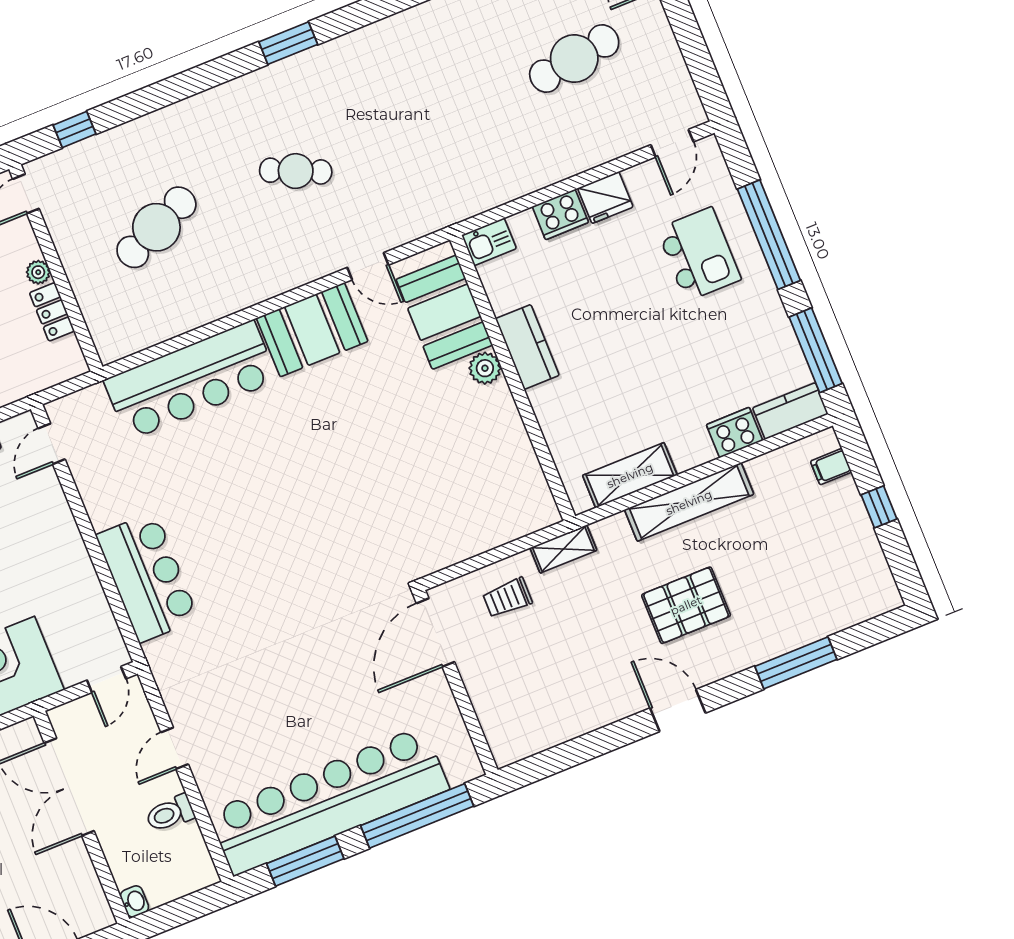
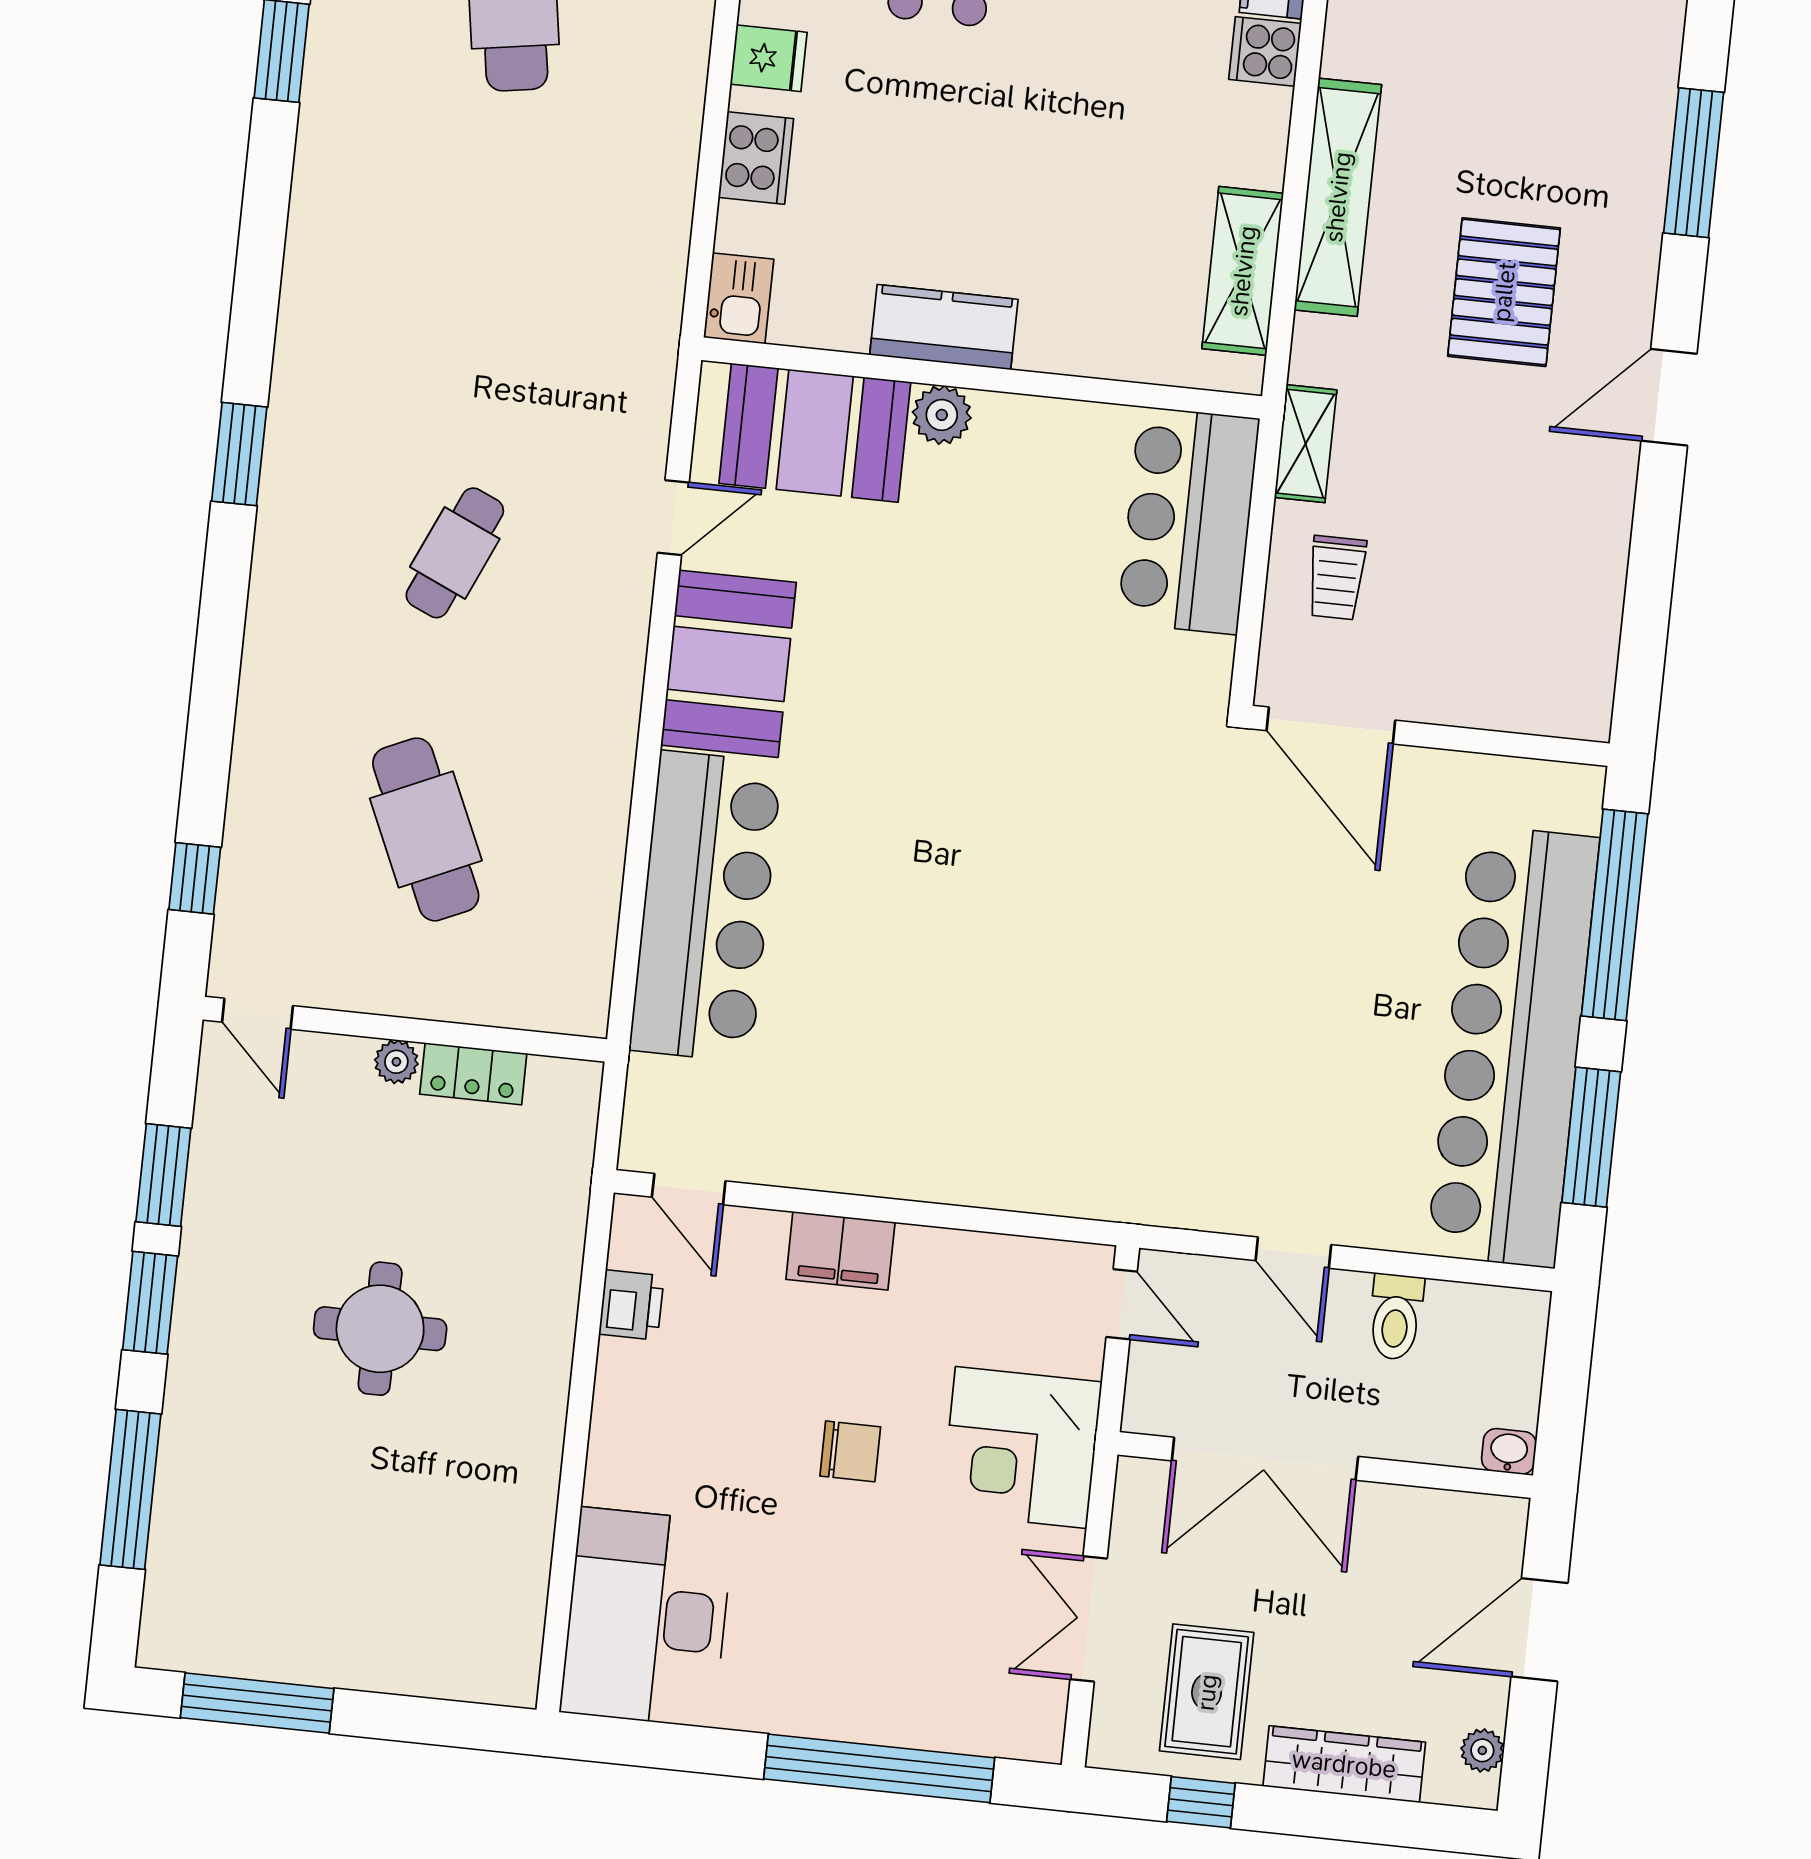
fridge: (605, 198) -> (769, 58), width x0.72
cooker: (734, 433) -> (1265, 51), width x0.73
filing cabinet: (61, 532) -> (840, 1251), added
bar counter: (147, 577) -> (1188, 521), moved, turned -90

